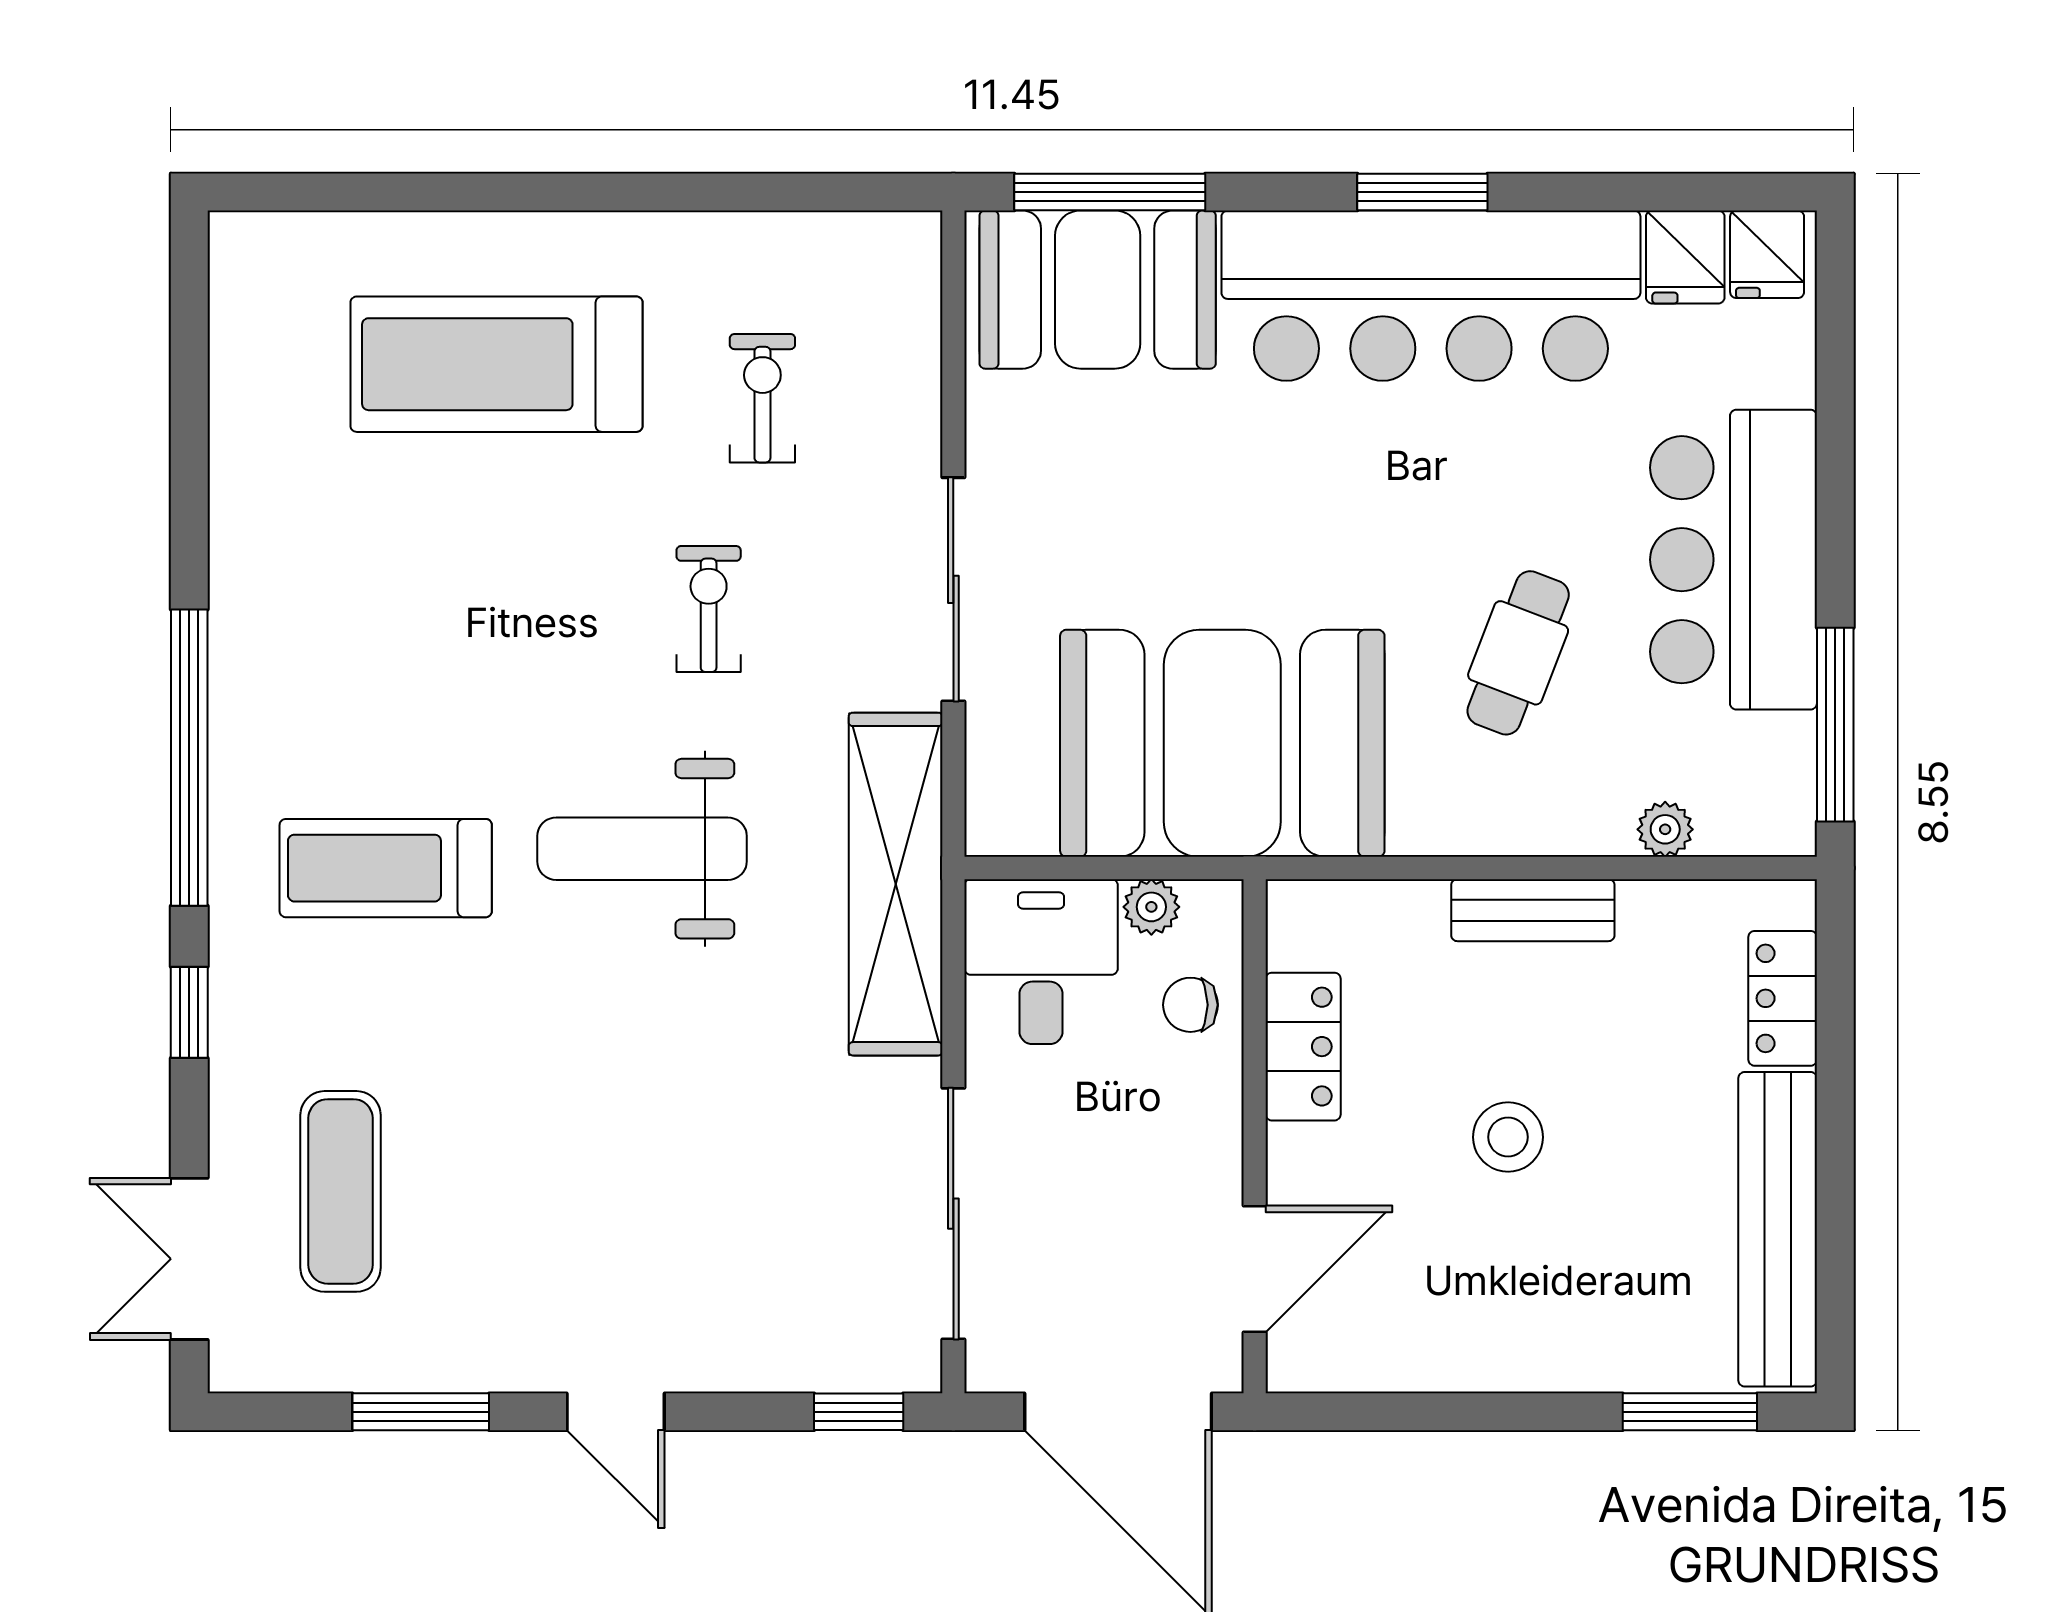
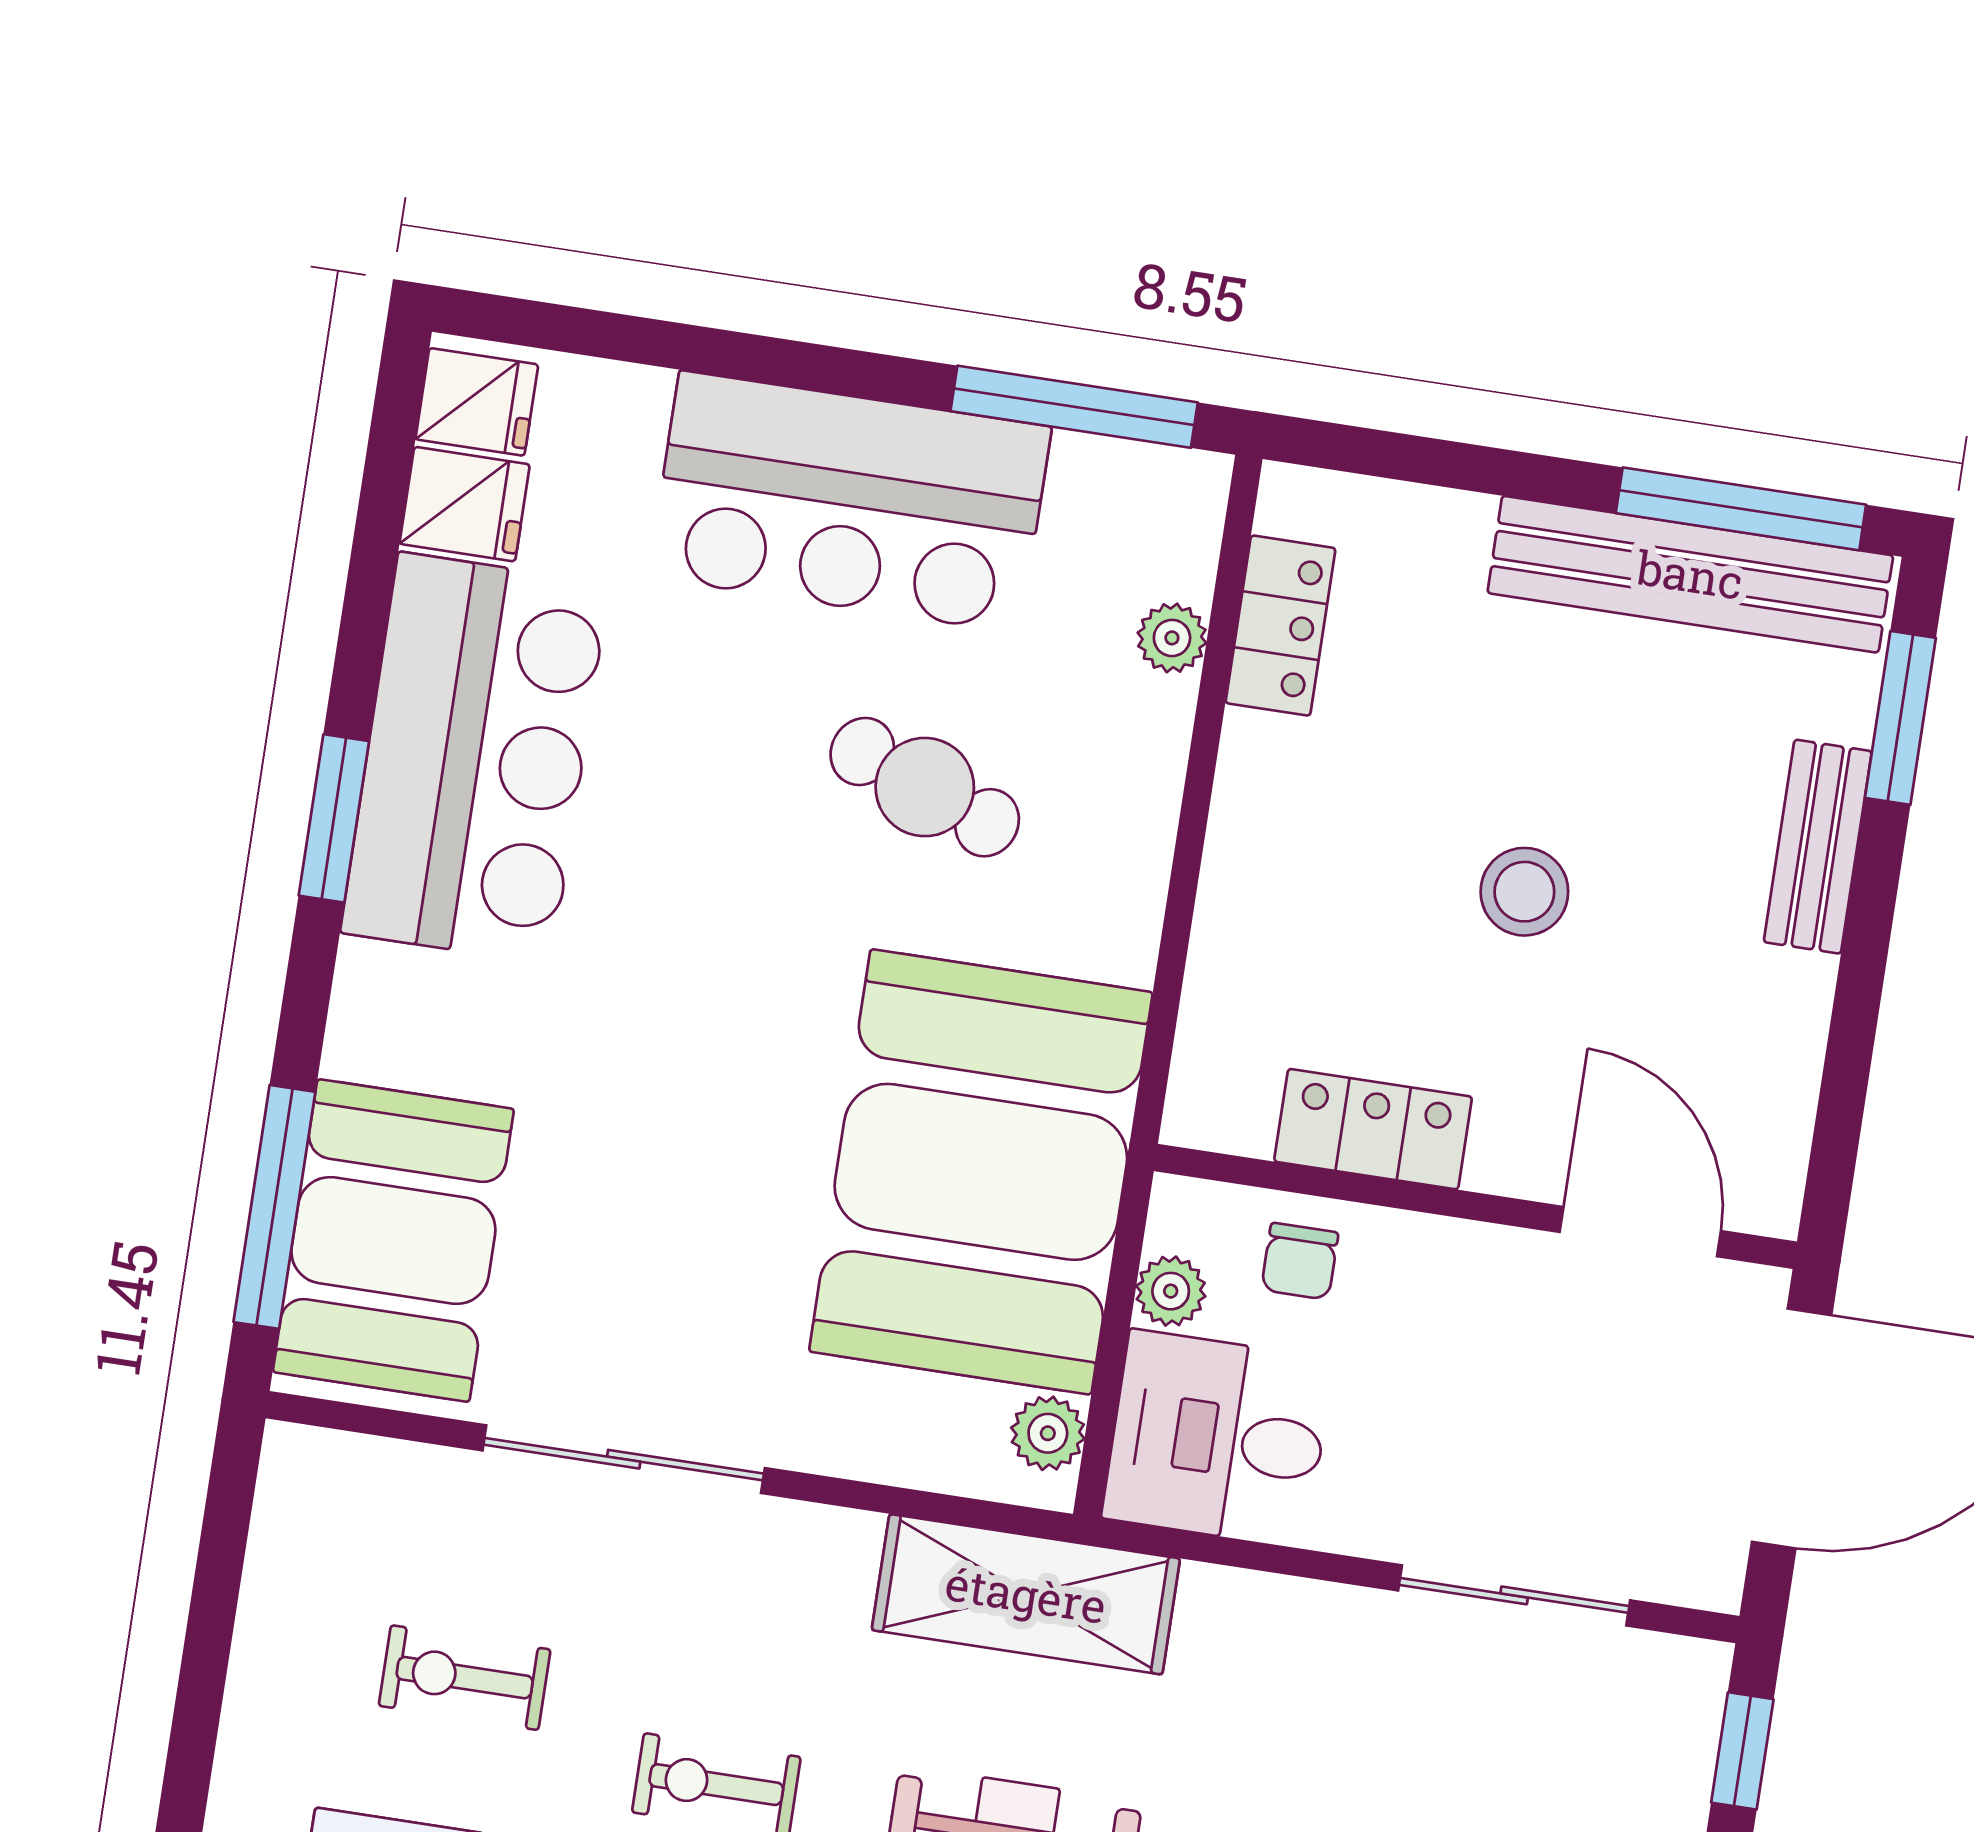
bar counter: (1431, 296) -> (475, 758), width x0.73
sliding door: (953, 589) -> (624, 1459), moved
plant: (1025, 827) -> (1048, 1433), added
shelving: (896, 884) -> (1026, 1594), width x0.68
bench: (1533, 910) -> (1818, 847), moved
locker: (1783, 998) -> (1280, 626), moved, turned -90
sliding door: (953, 1214) -> (1514, 1595), width x0.73
window: (1835, 1261) -> (1741, 509), added

